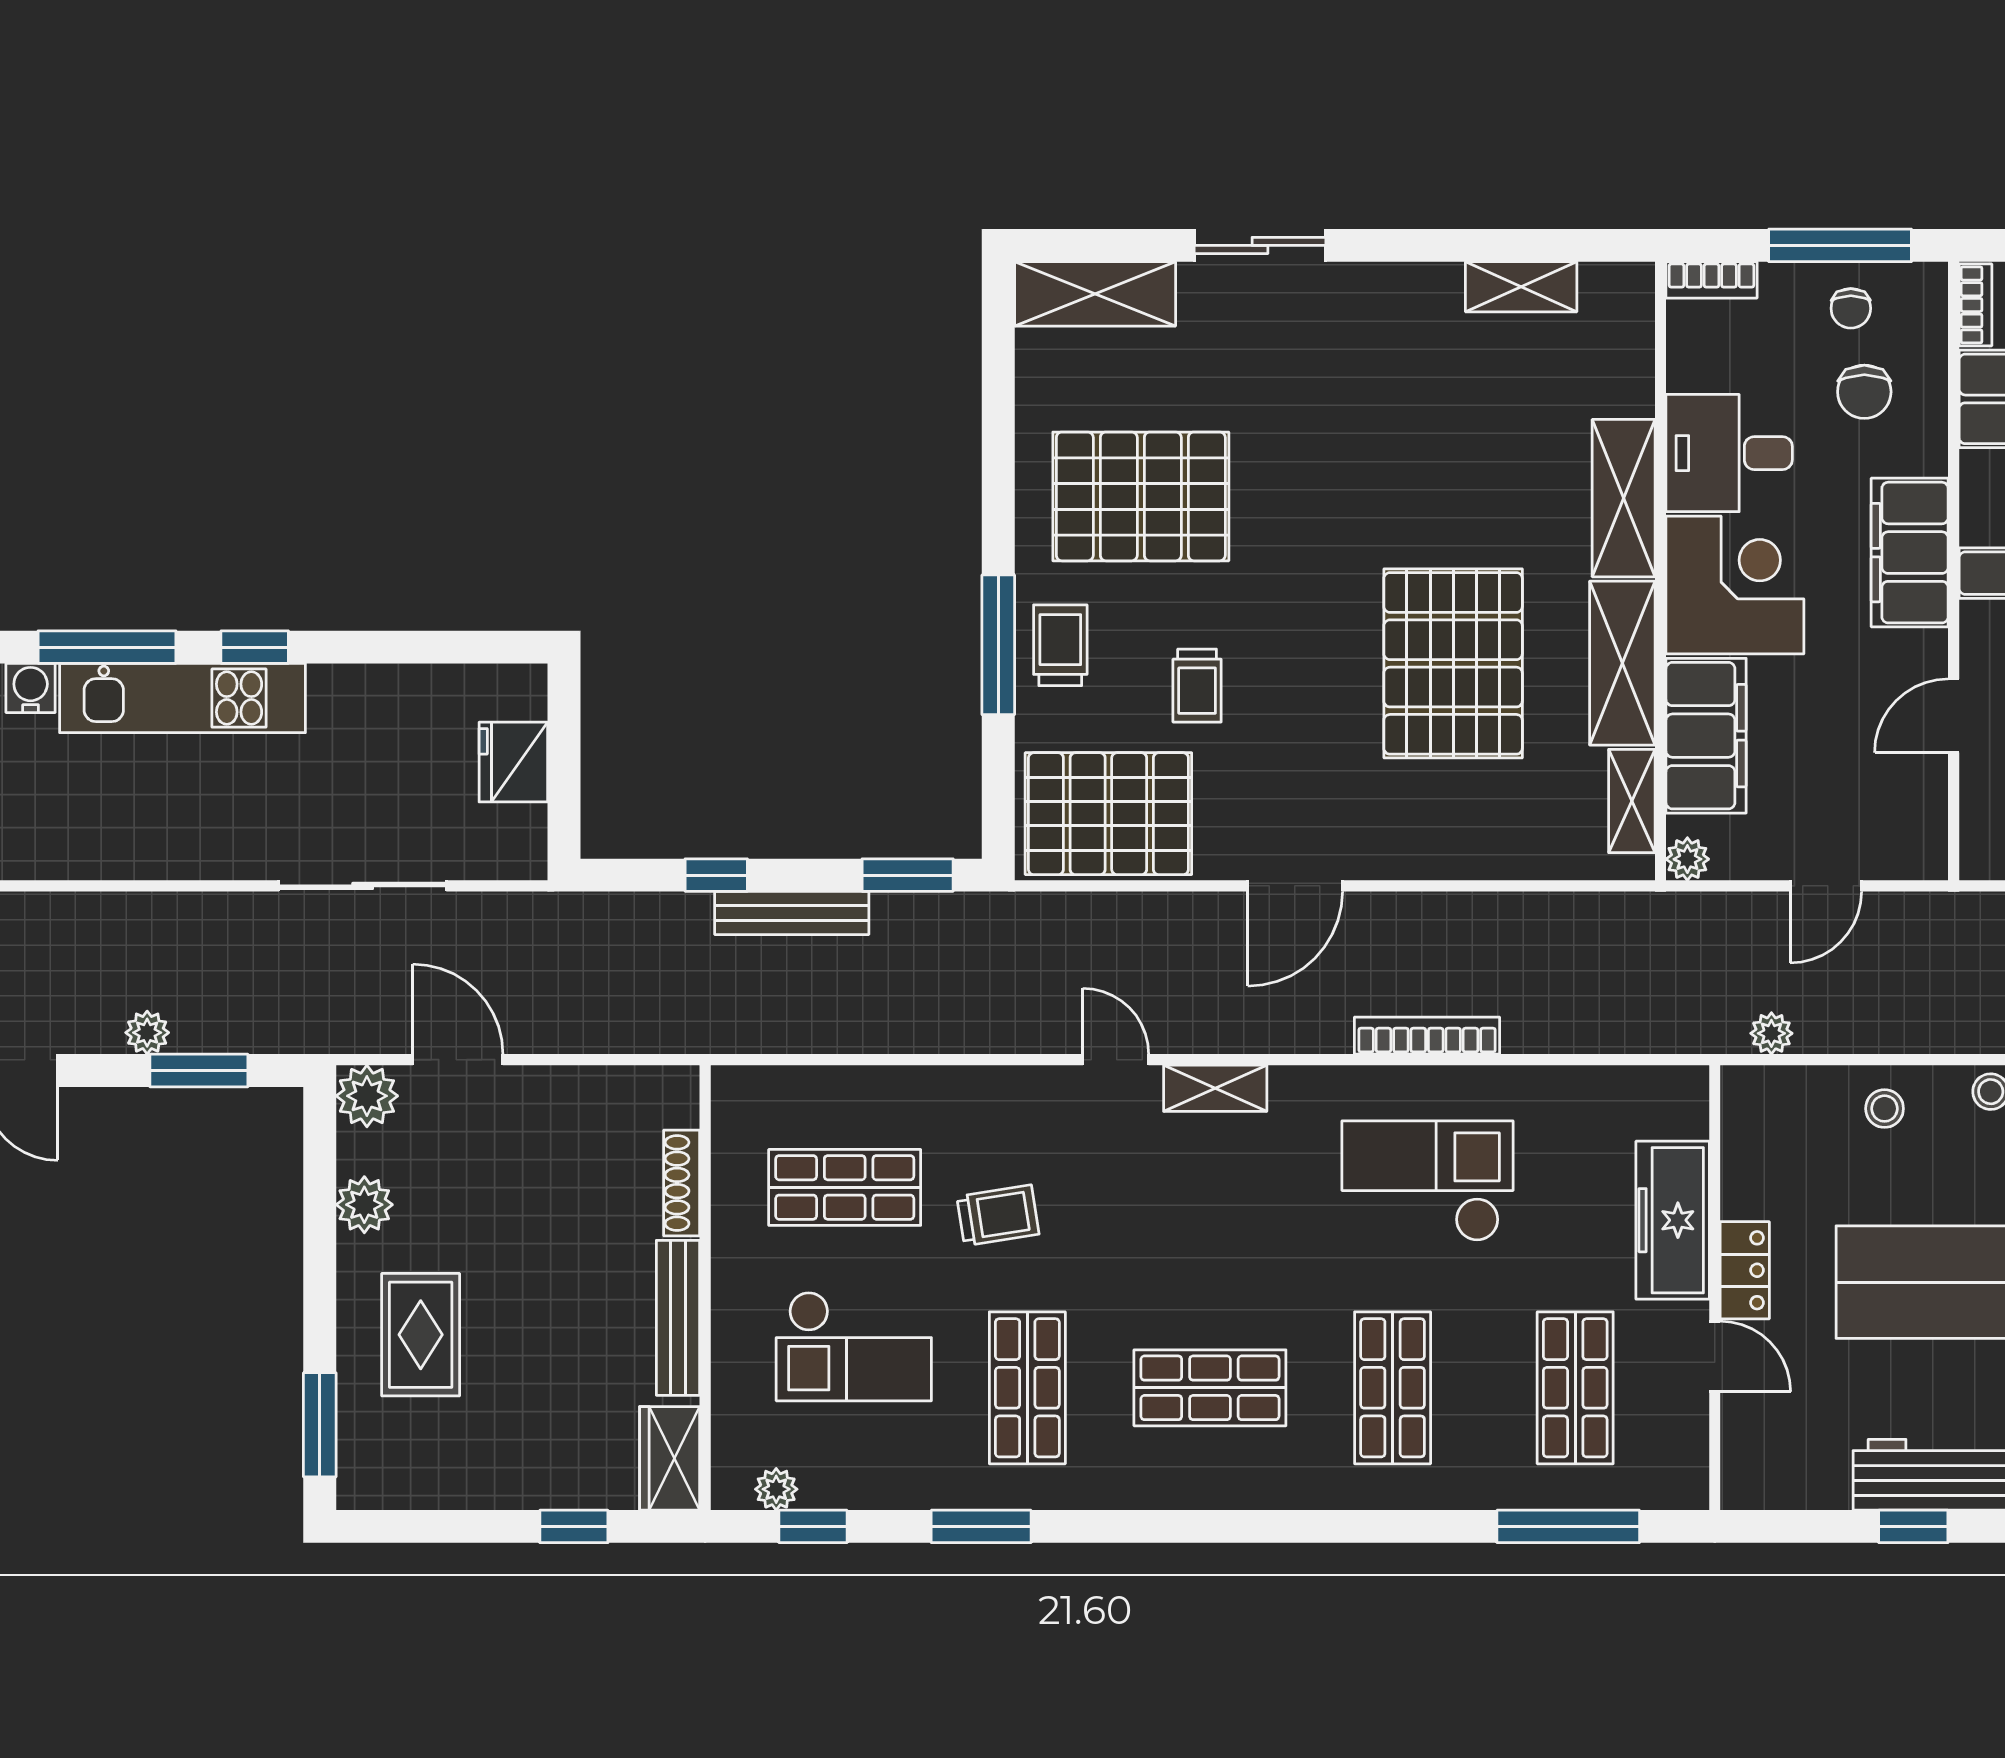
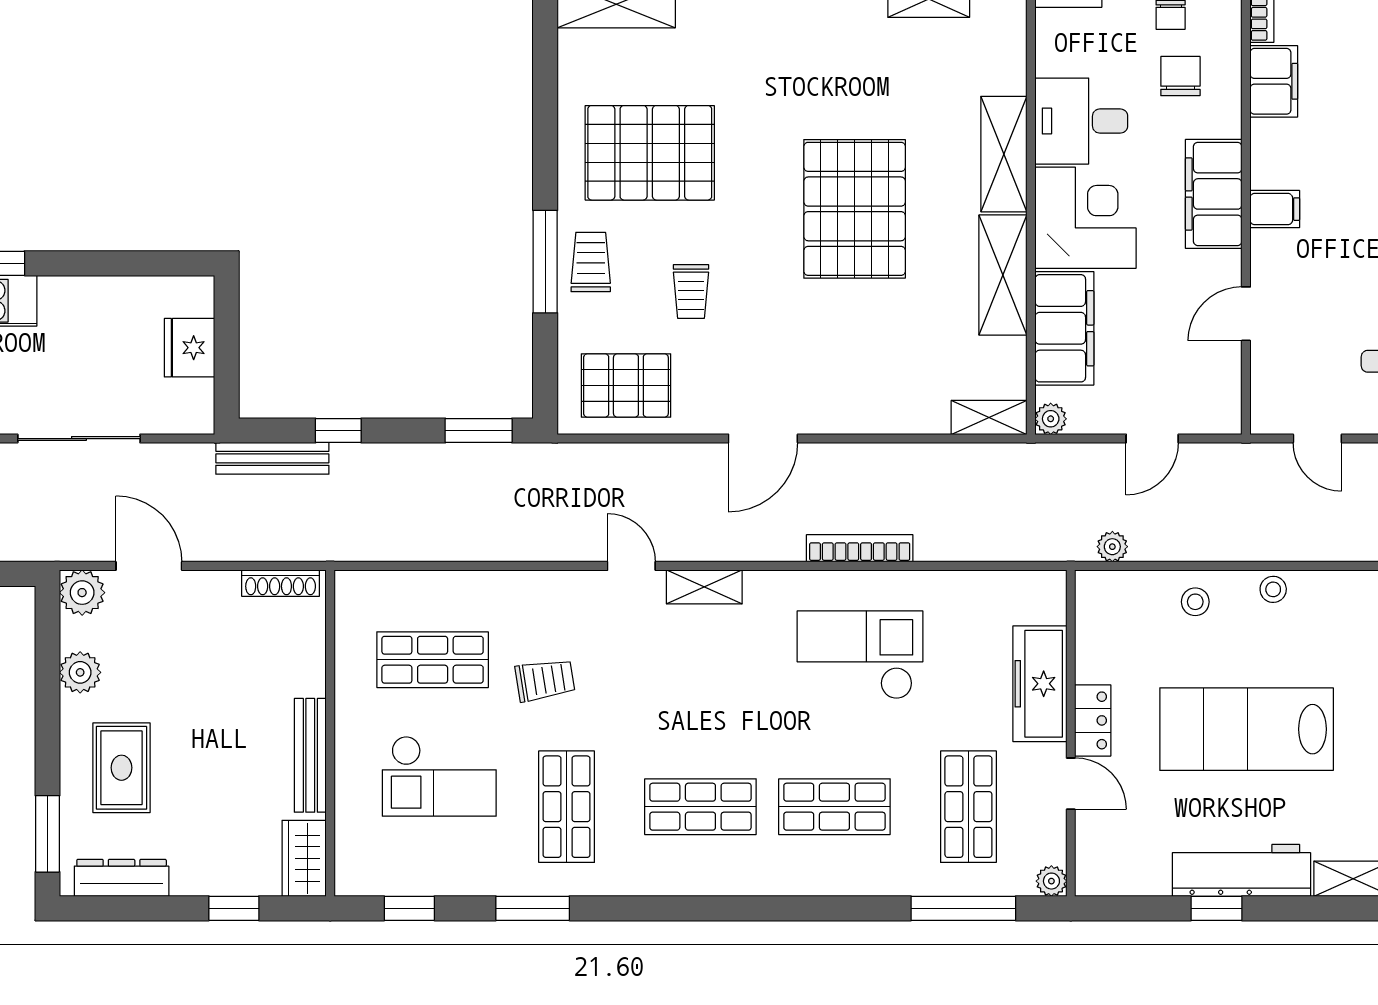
chair: (1864, 392) -> (1180, 76), turned 180
pallet: (1453, 663) -> (855, 209), moved
shelving: (1632, 801) -> (989, 417), moved, turned 90
pallet: (1108, 814) -> (626, 385), width x0.73, depth x0.71
bench: (792, 913) -> (272, 458), moved
shoe rack: (682, 1183) -> (281, 583), moved, turned -90
shop shelf: (1393, 1388) -> (834, 807), turned 90
dresser: (421, 1485) -> (122, 878), added
plant: (776, 1489) -> (1051, 881), moved

